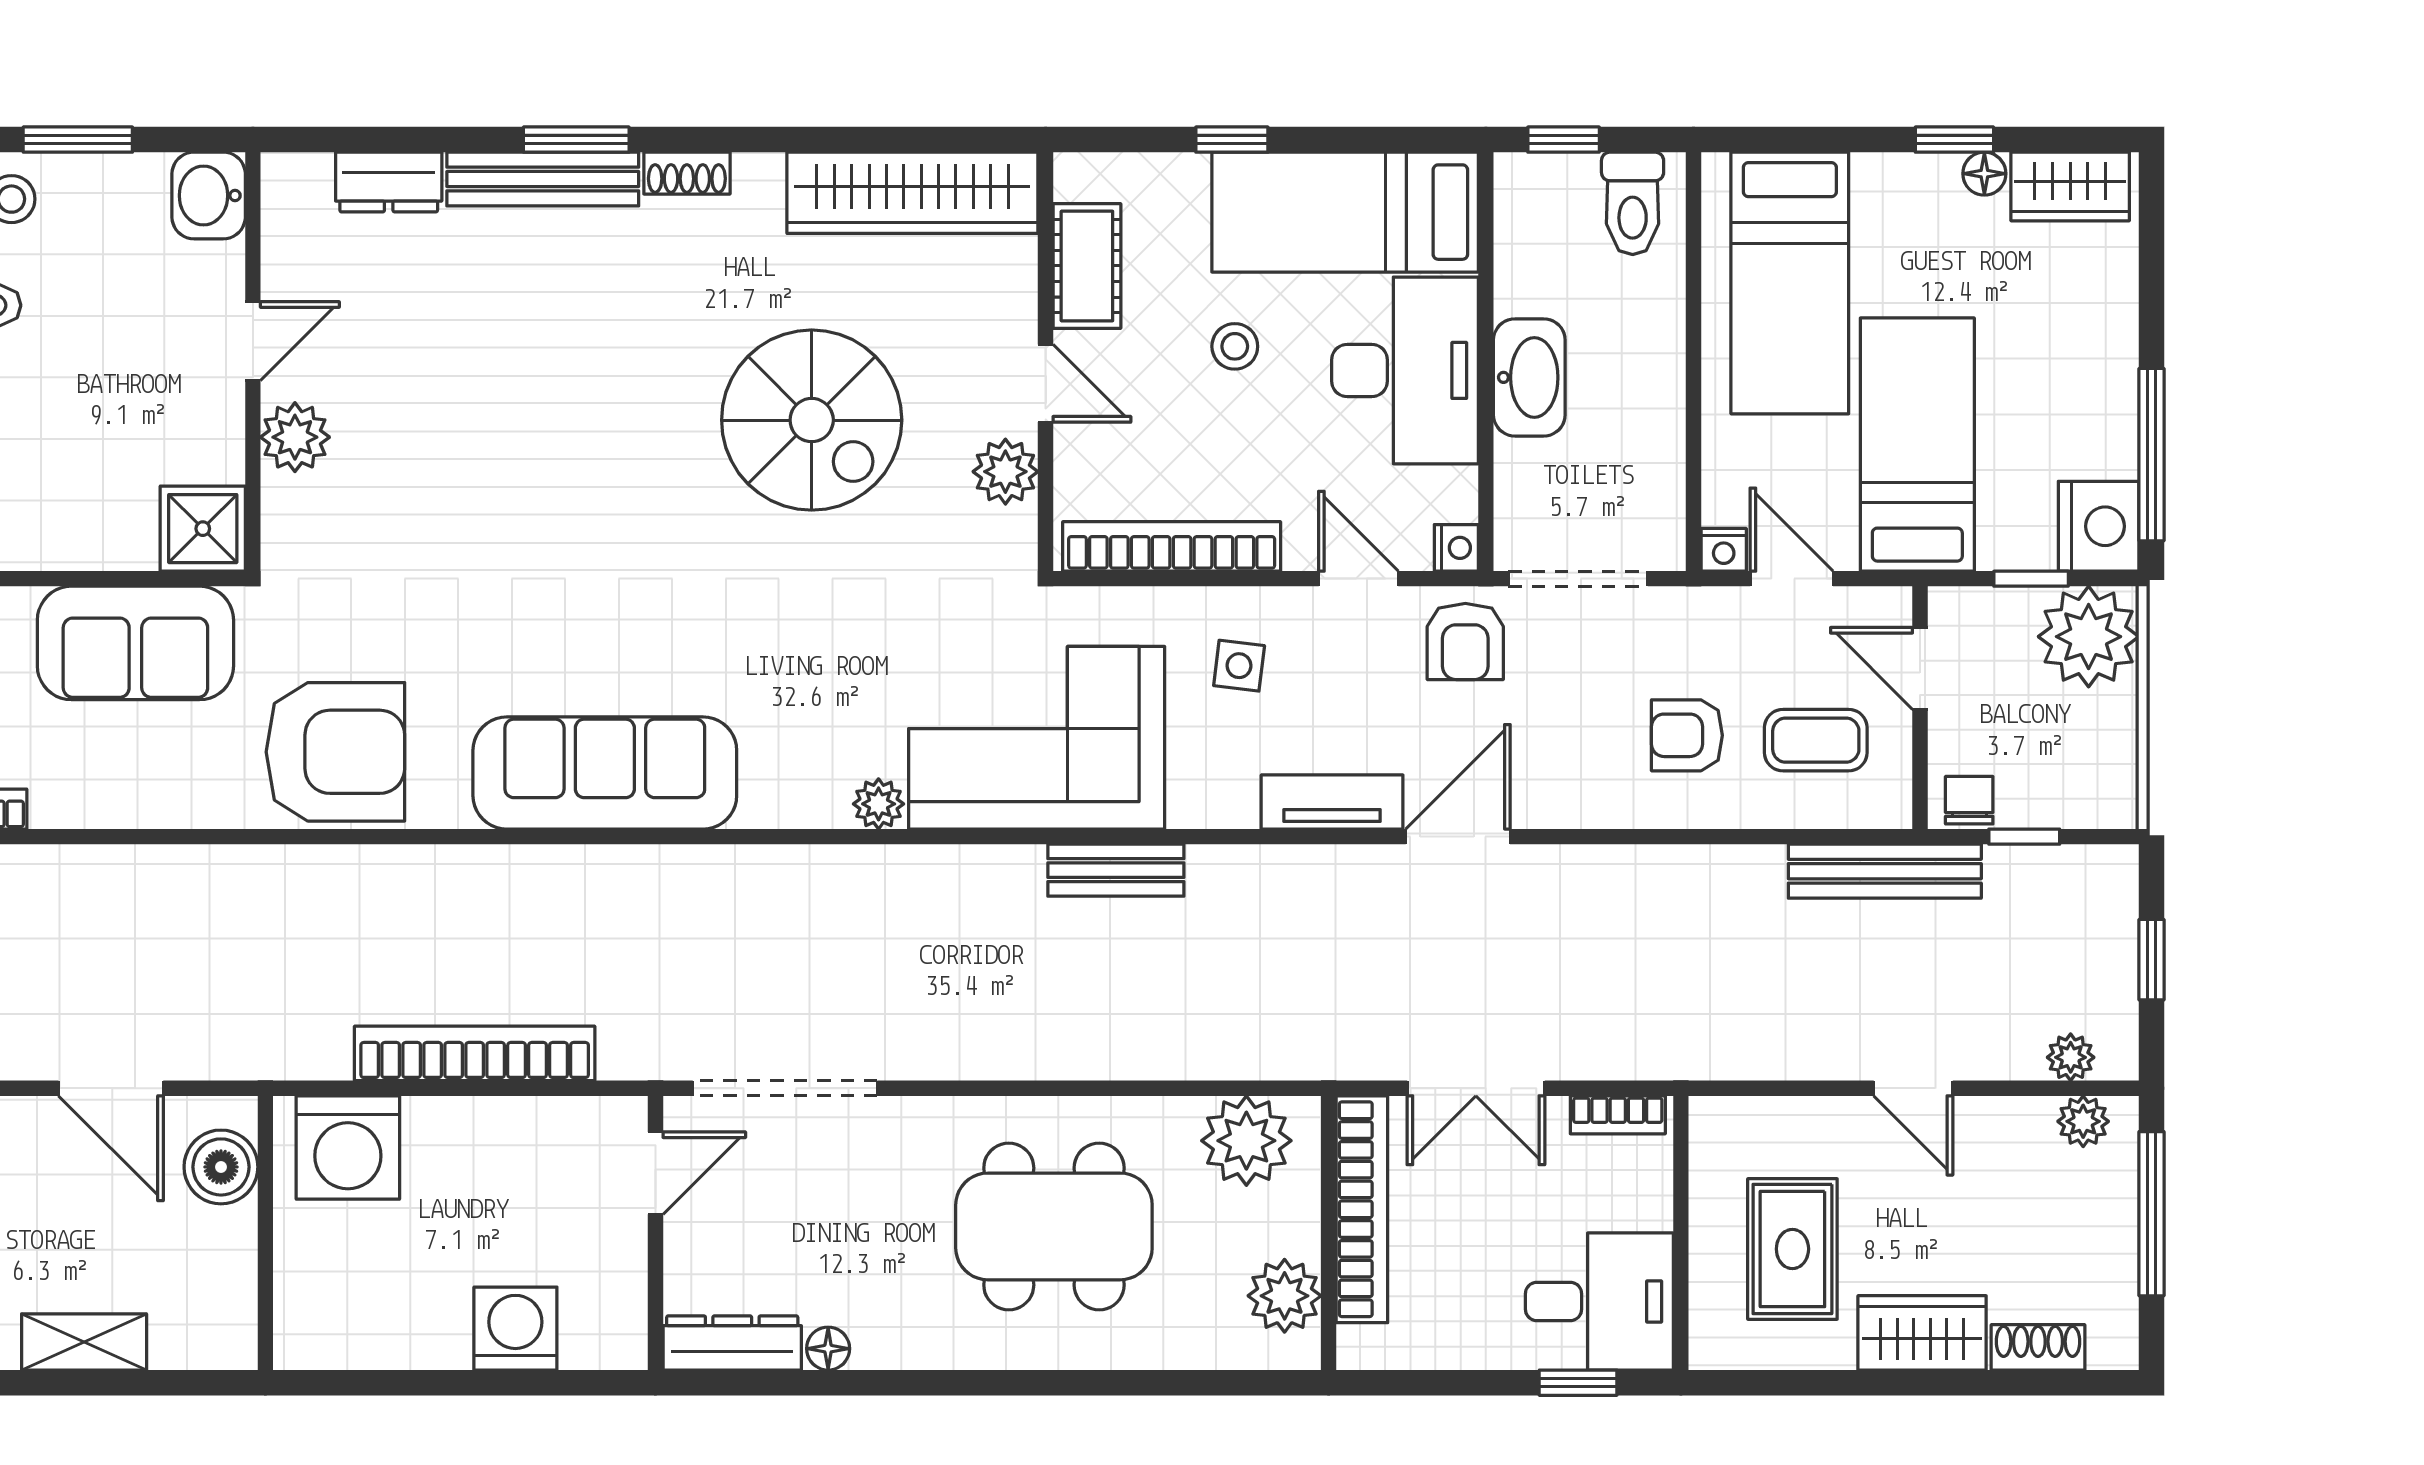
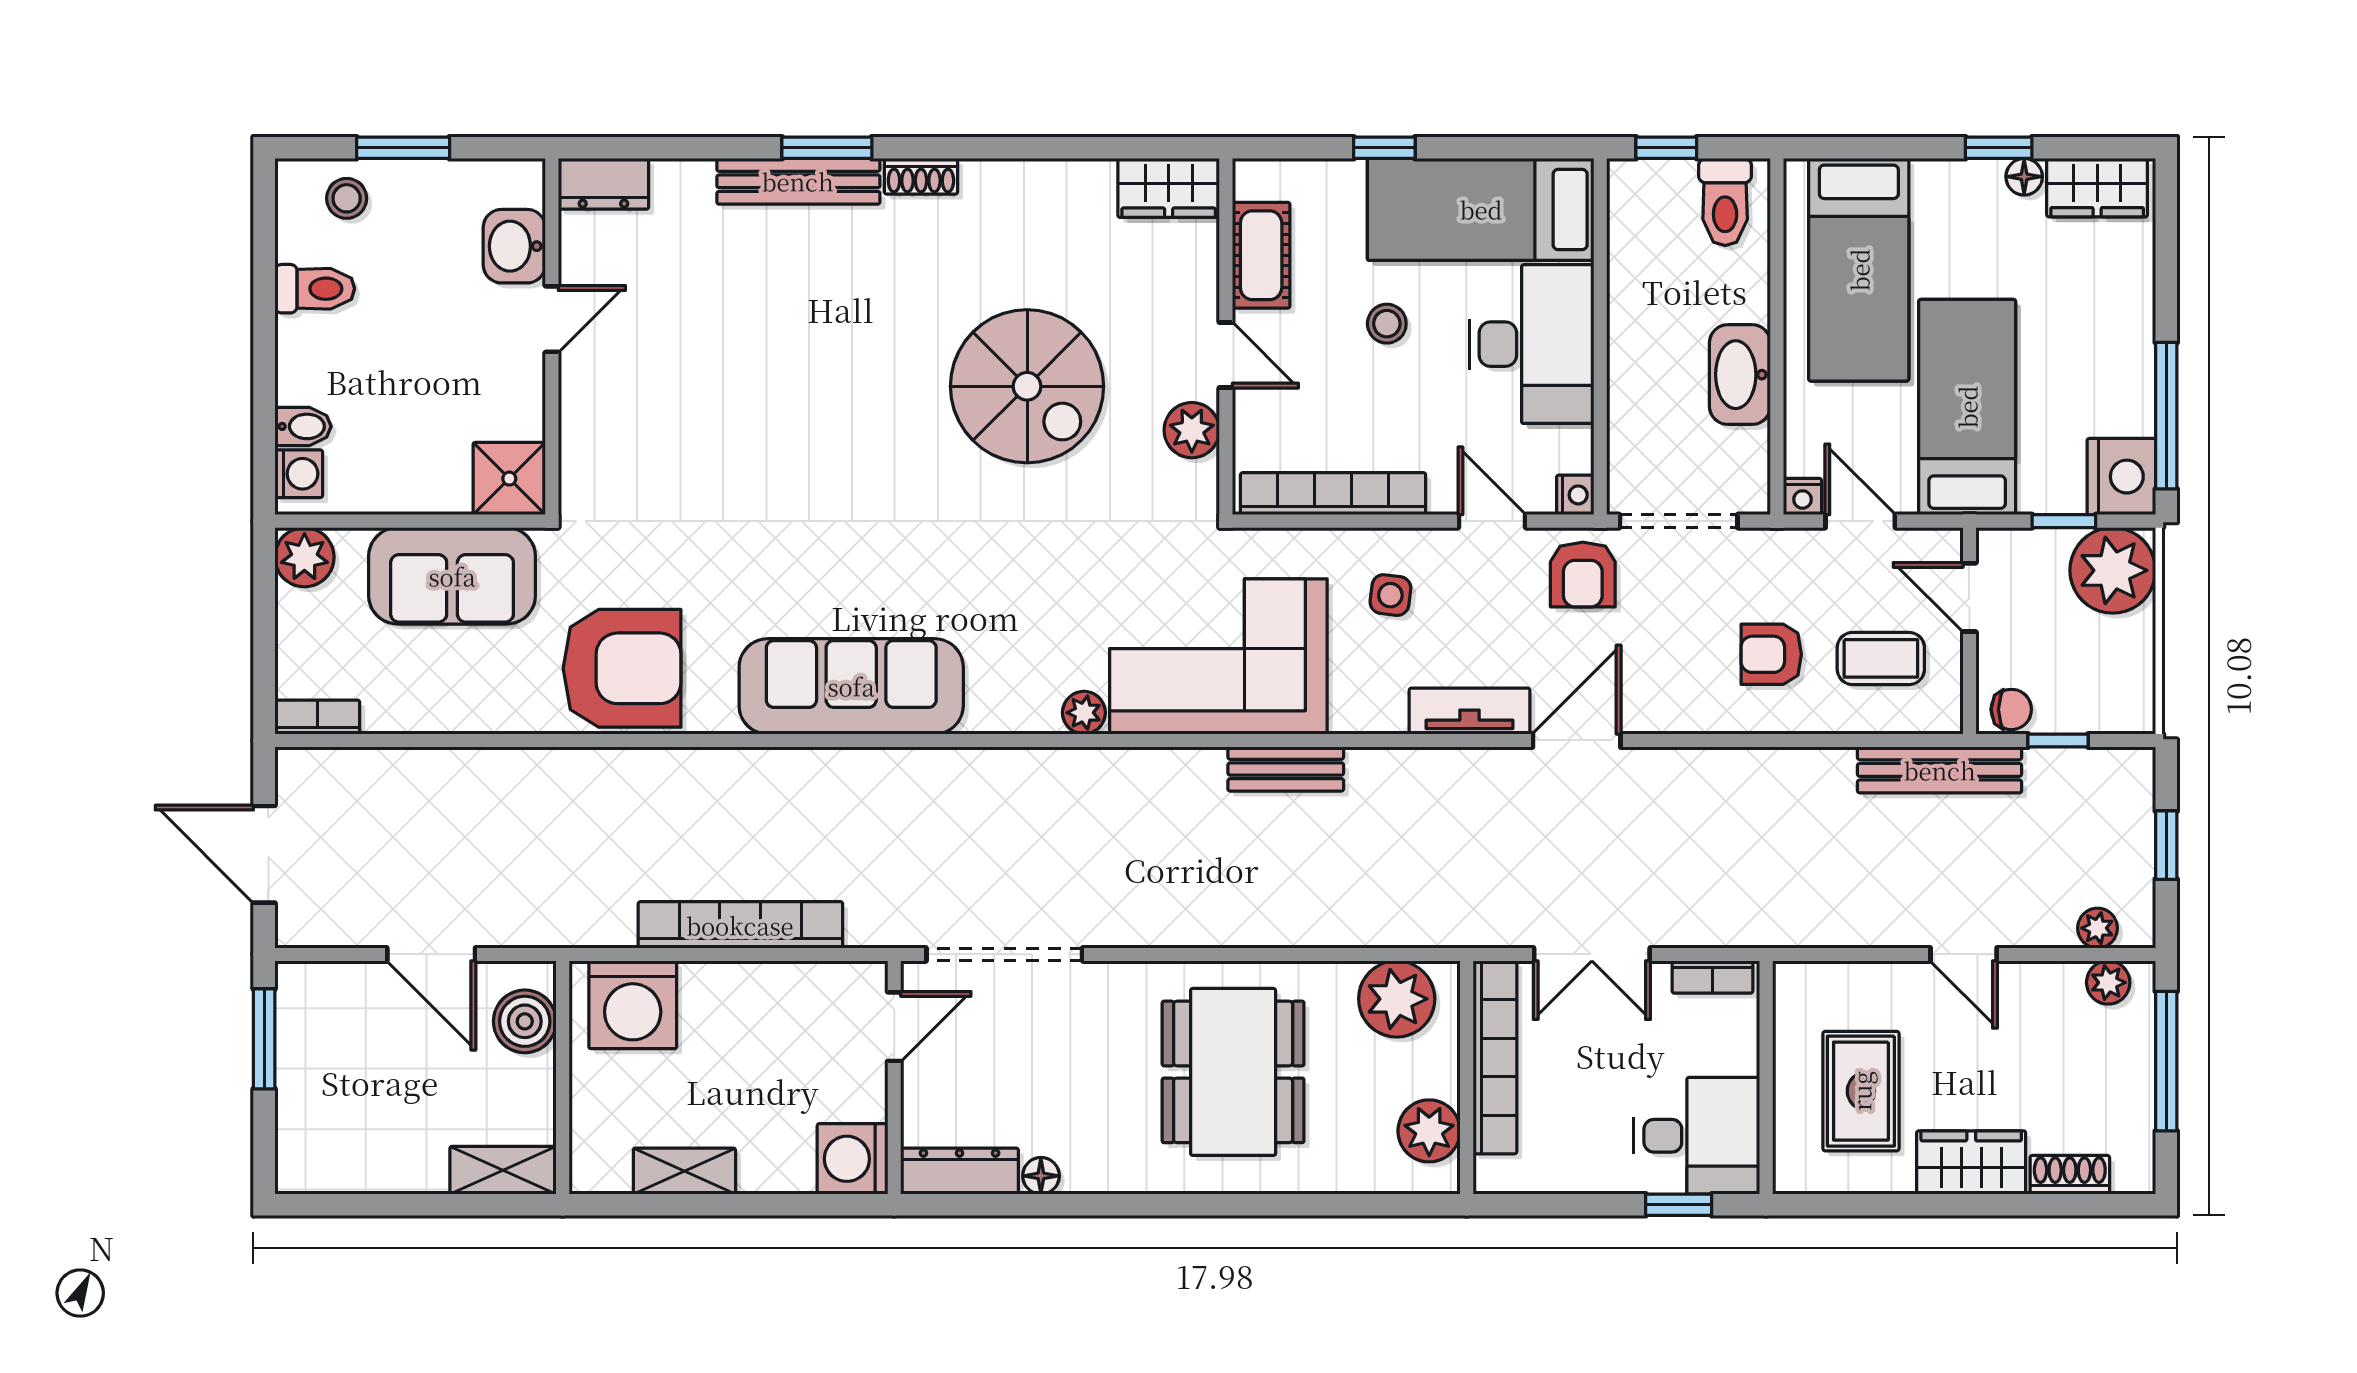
dresser: (389, 182) -> (603, 184), moved
wardrobe: (912, 193) -> (1169, 188), width x0.48, depth x0.85
washbasin: (209, 195) -> (514, 246), moved
washbasin: (1529, 377) -> (1740, 375), moved, turned 180
plant: (295, 437) -> (588, 401), removed
chair: (1969, 800) -> (2011, 709), turned 90
dining table: (1054, 1226) -> (1233, 1072), turned 90
washing machine: (515, 1329) -> (853, 1159), moved, turned -90
shelving: (84, 1342) -> (503, 1170), moved
shelving: (409, 1343) -> (684, 1171), added

